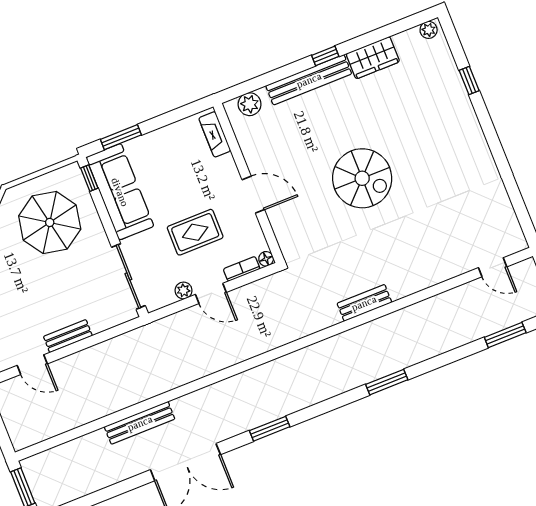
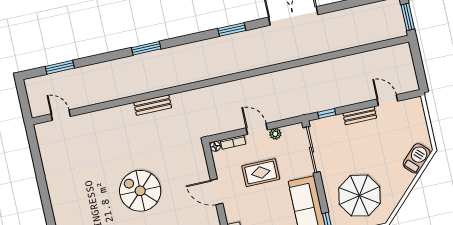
window: (115, 331) -> (327, 113), added
bench: (140, 423) -> (320, 48), removed

